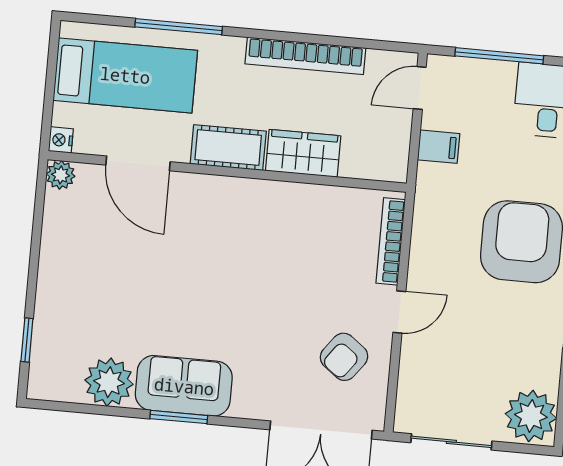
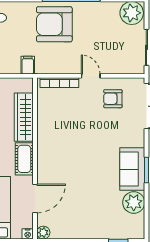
filing cabinet: (439, 147) -> (28, 65), moved
wardrobe: (303, 153) -> (24, 117), width x1.50
armchair: (344, 357) -> (113, 99), turned 143

